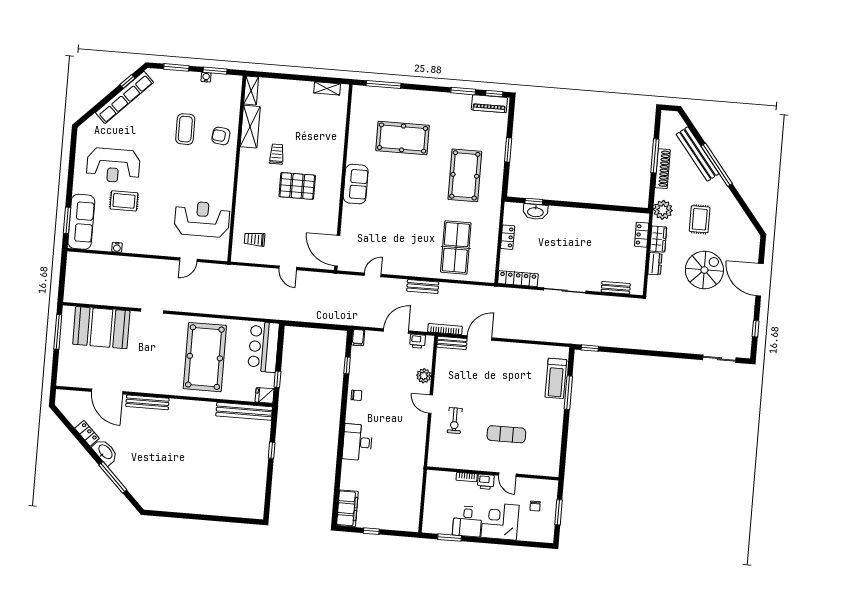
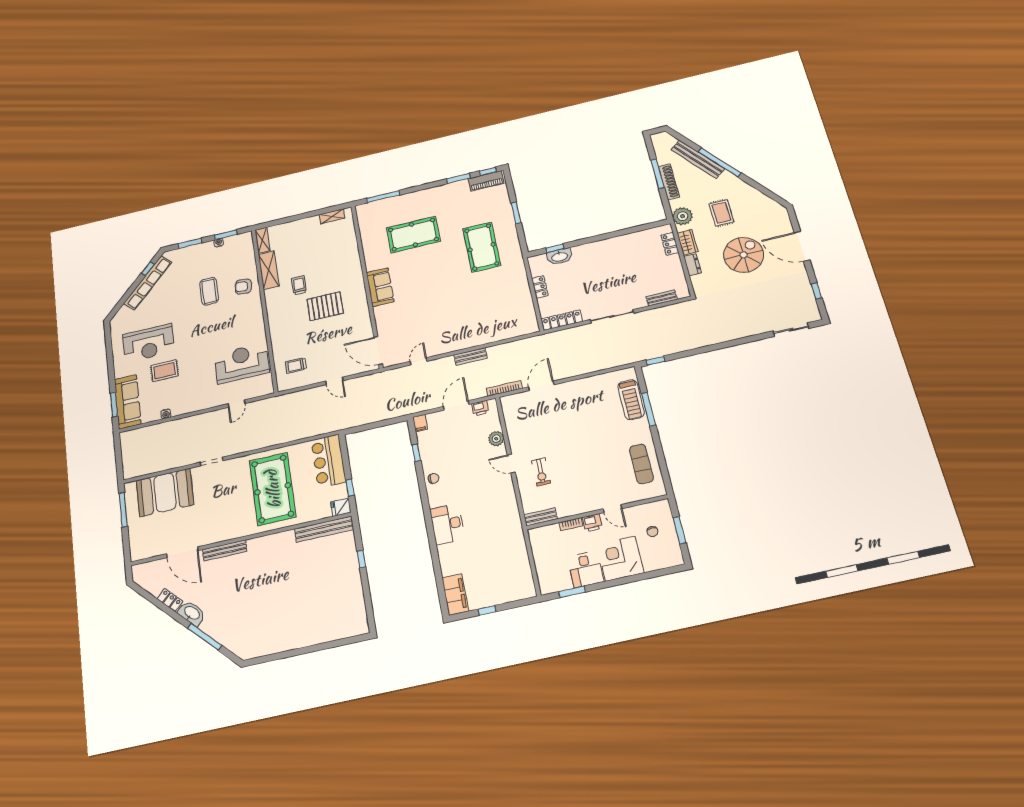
table tennis table: (456, 247) -> (492, 312), removed
bench: (452, 343) -> (541, 517), moved
exercise mat: (506, 434) -> (641, 464), moved, turned 90

